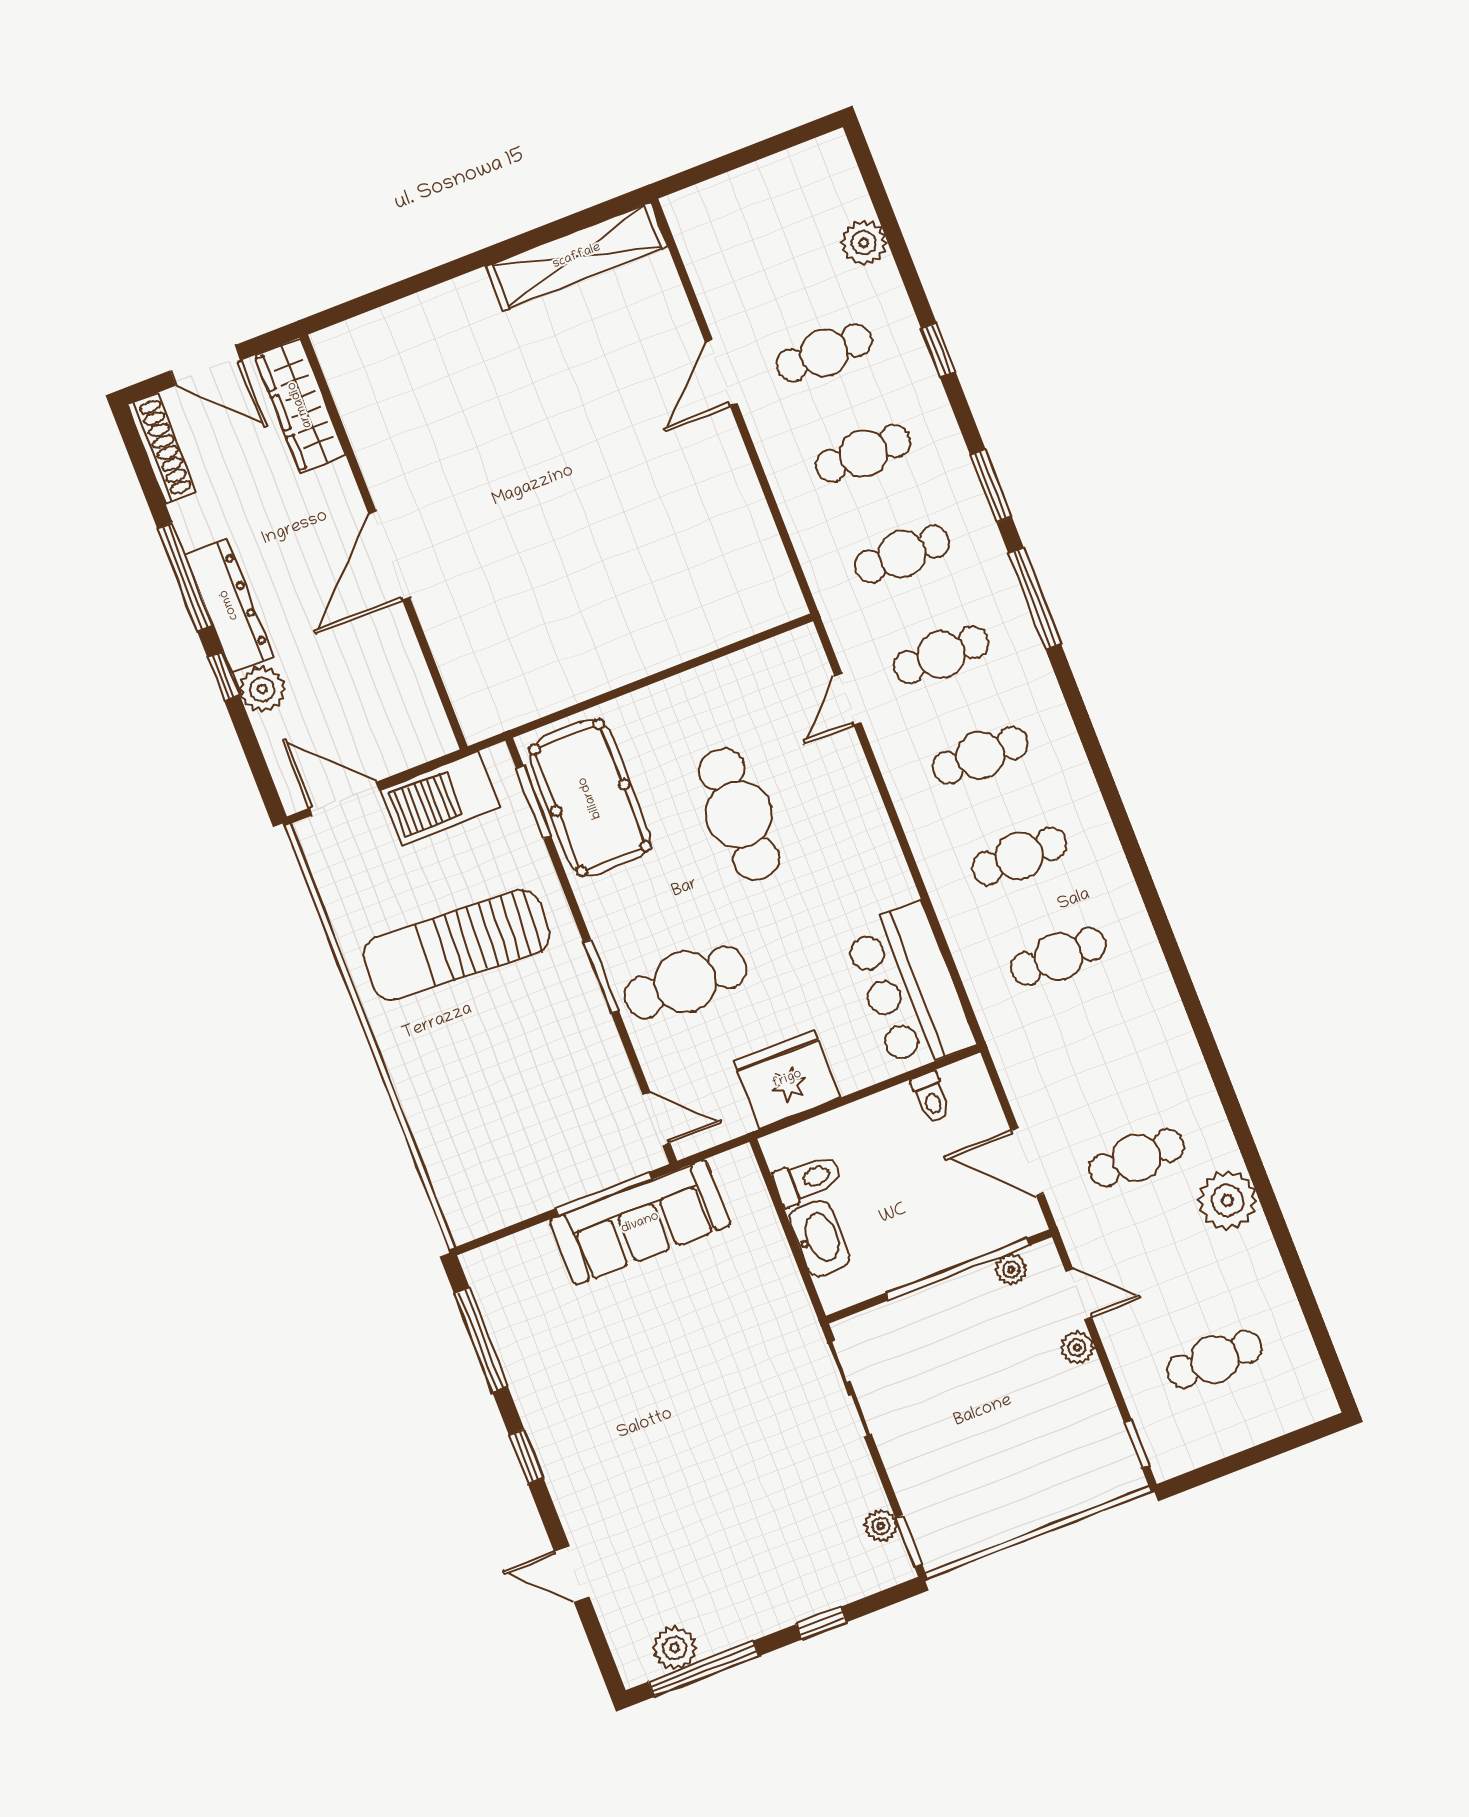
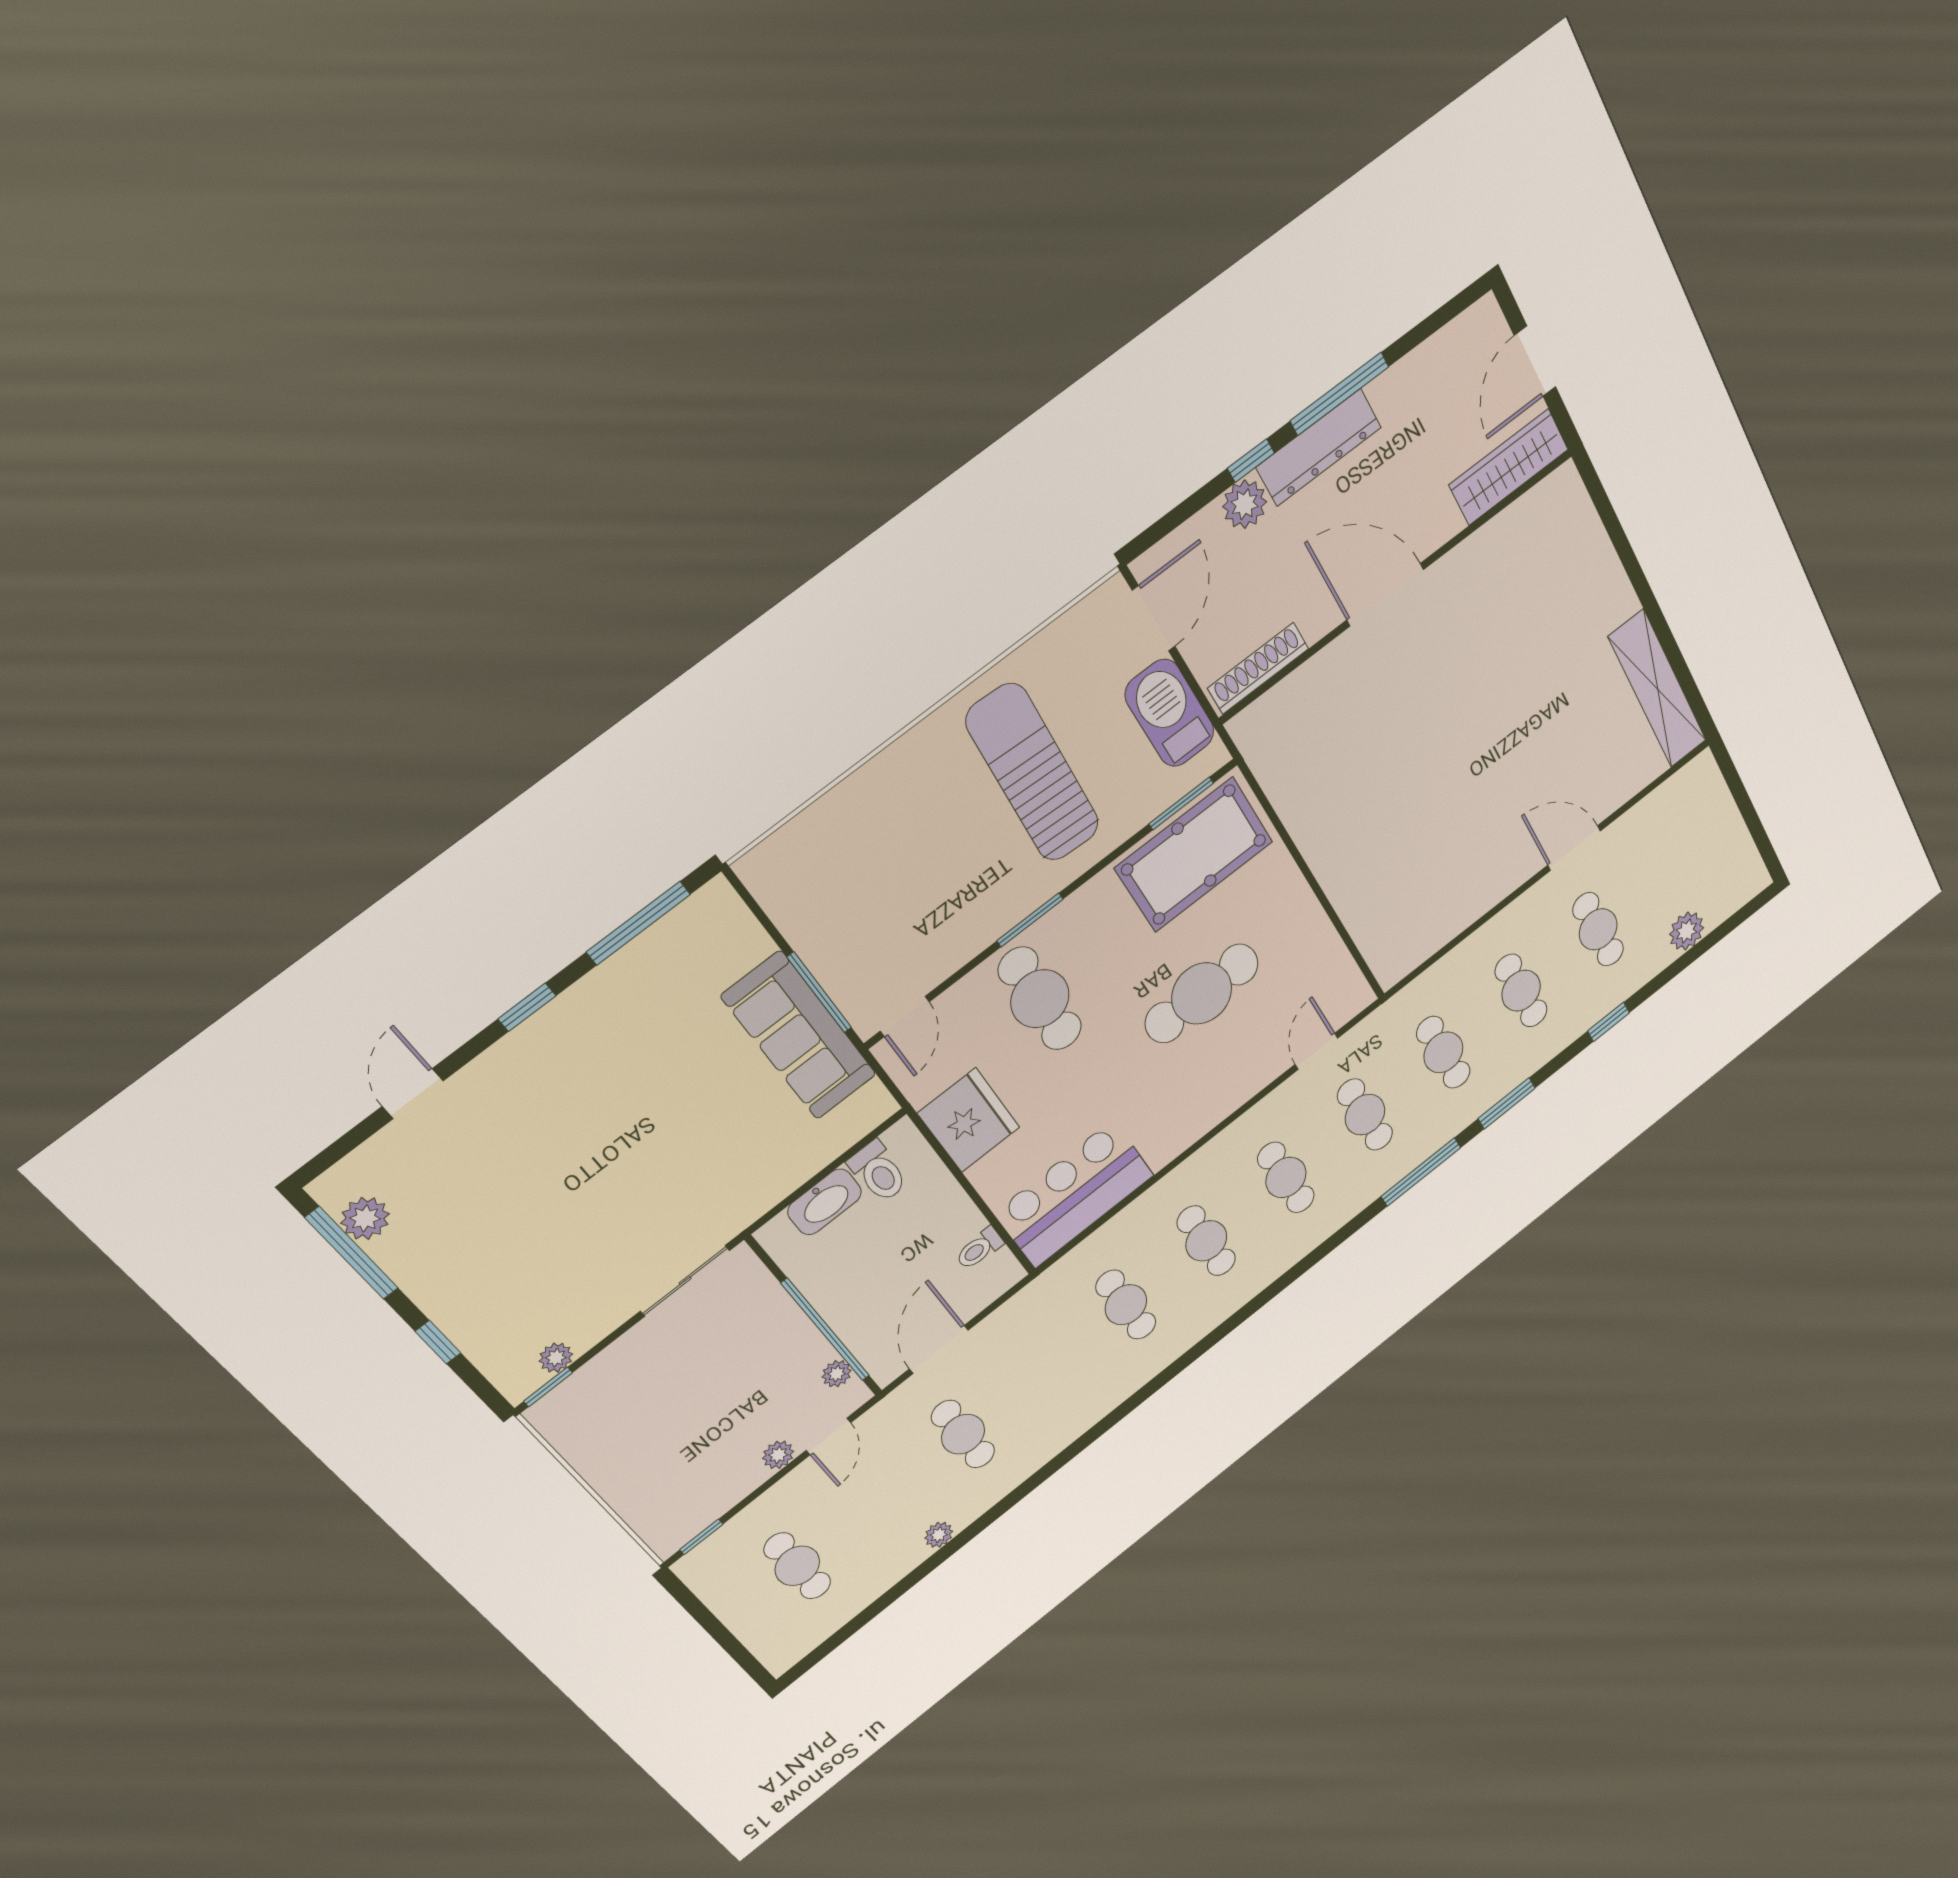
shoe rack: (162, 448) -> (1258, 668), moved, turned 180
door: (848, 699) -> (1316, 1051), hinge flipped
plant: (1227, 1200) -> (939, 1535), width x0.53, depth x0.53

